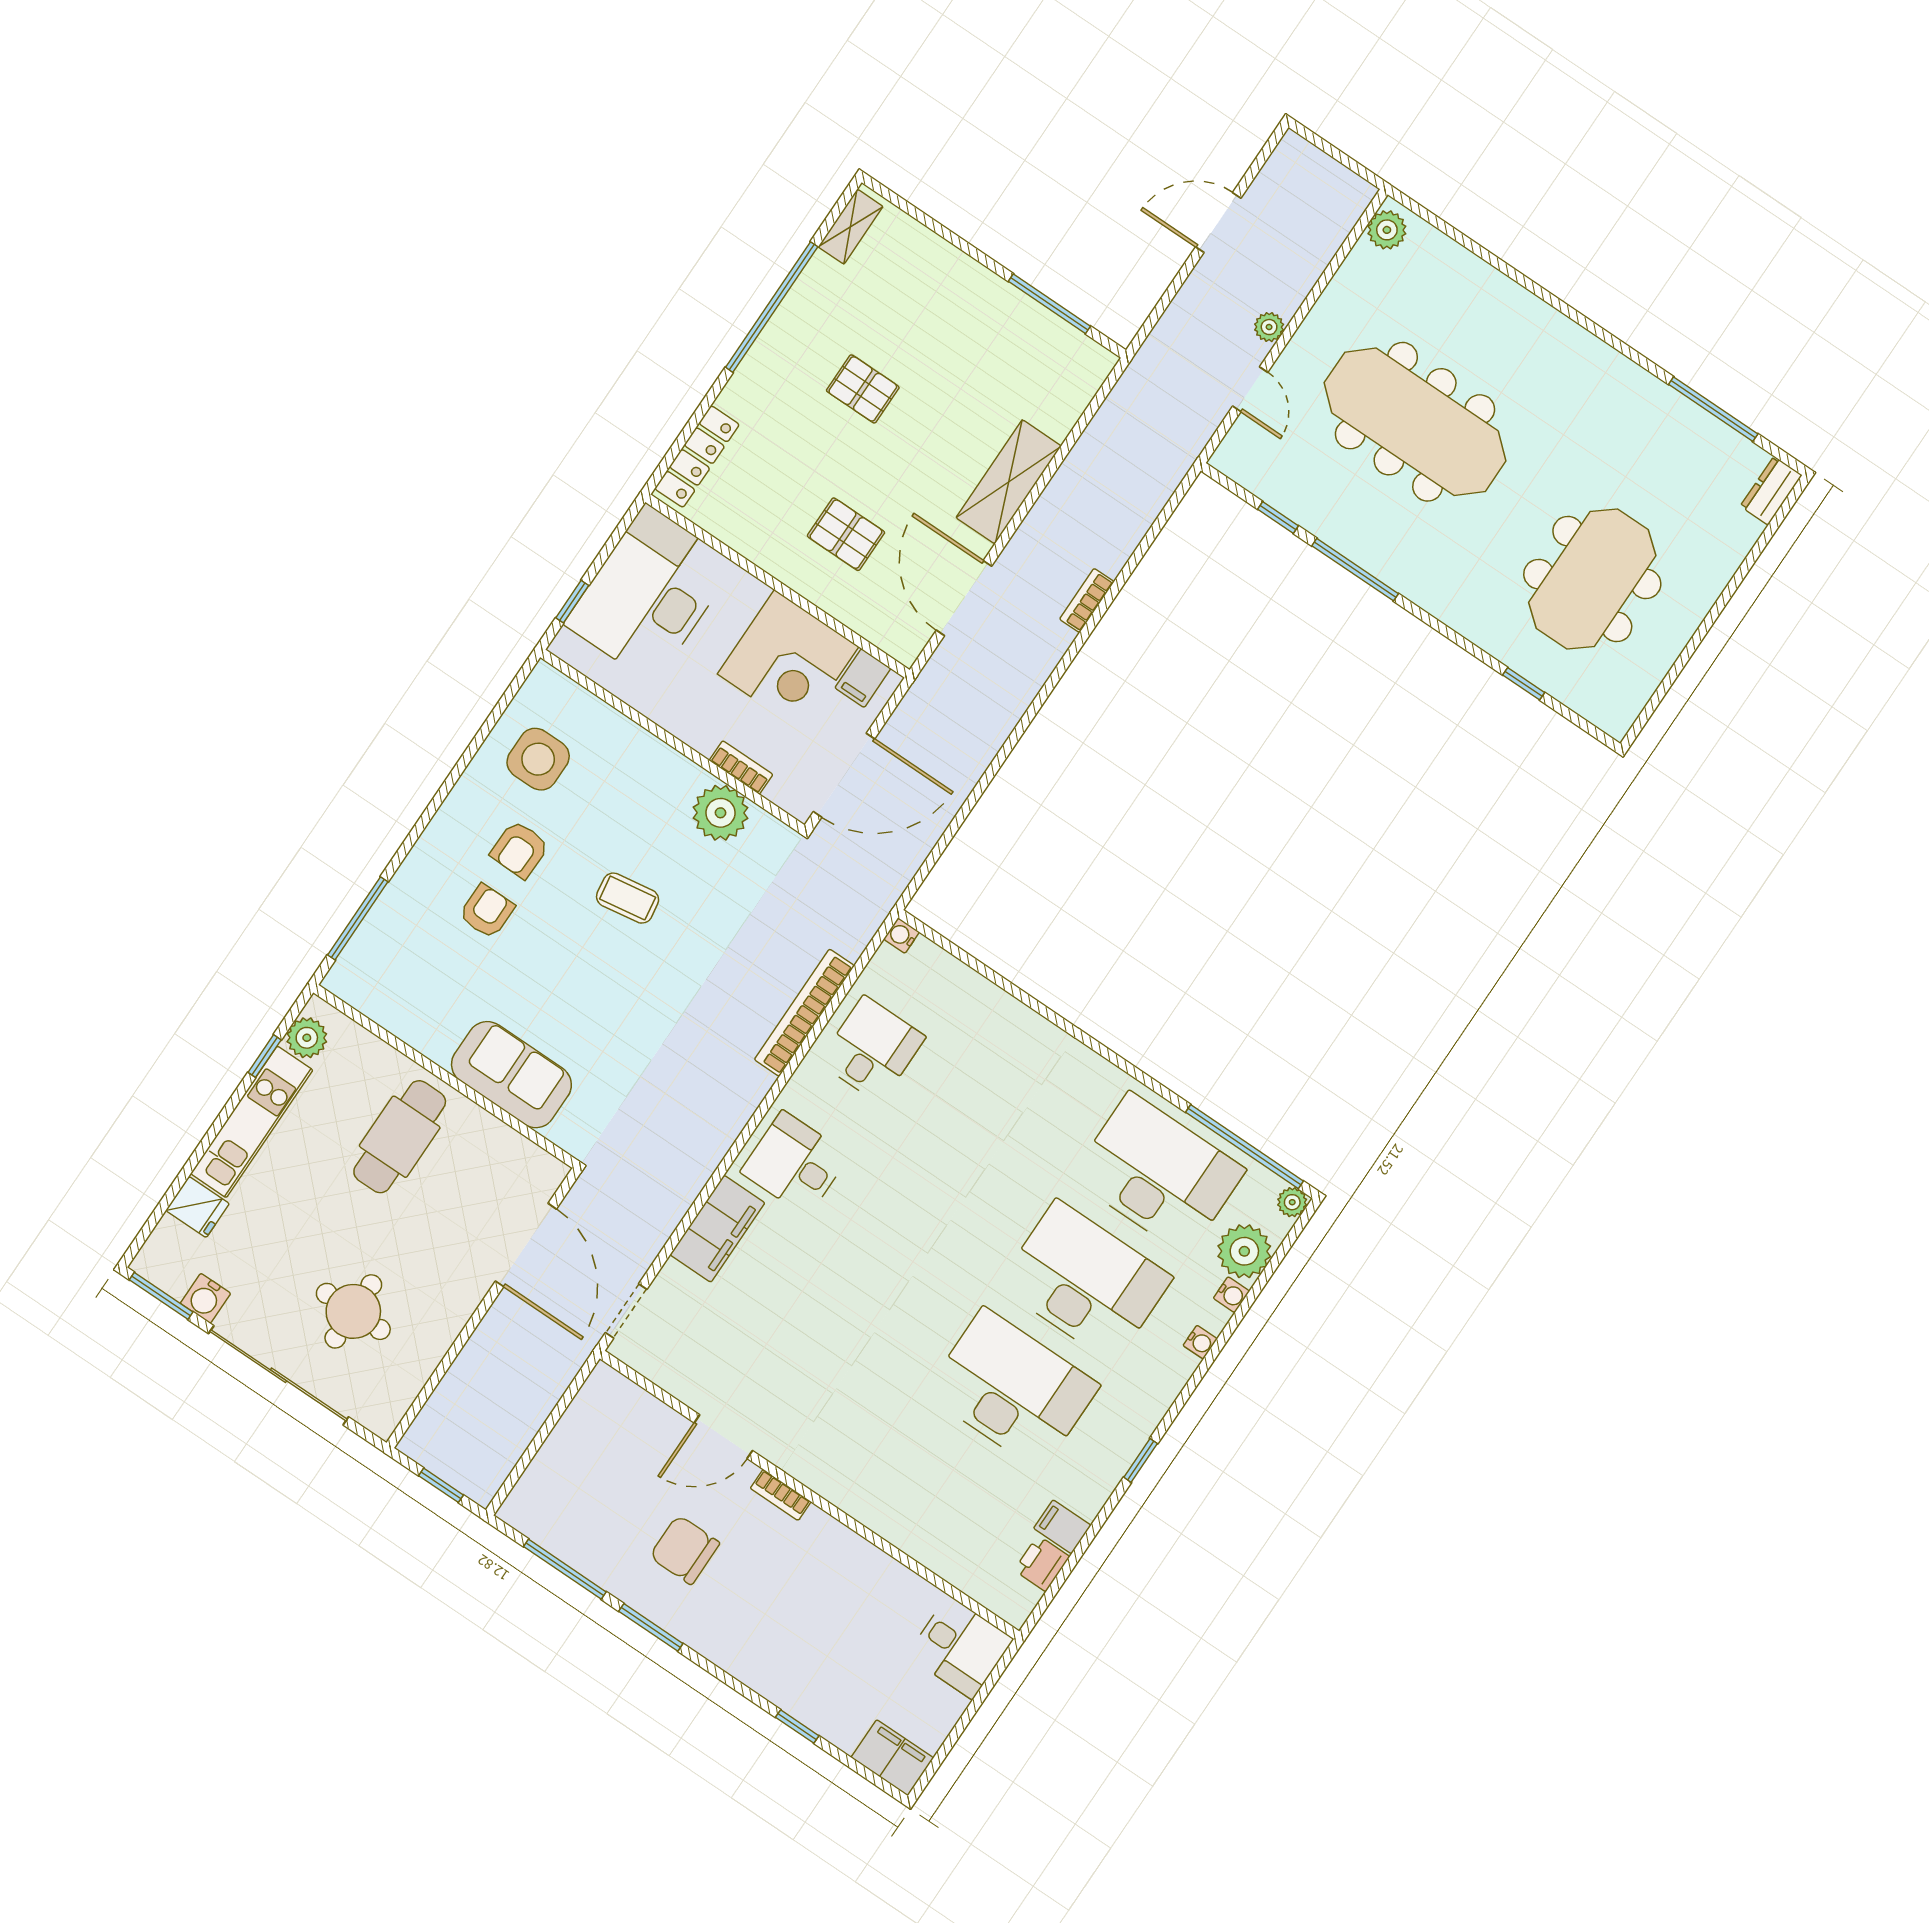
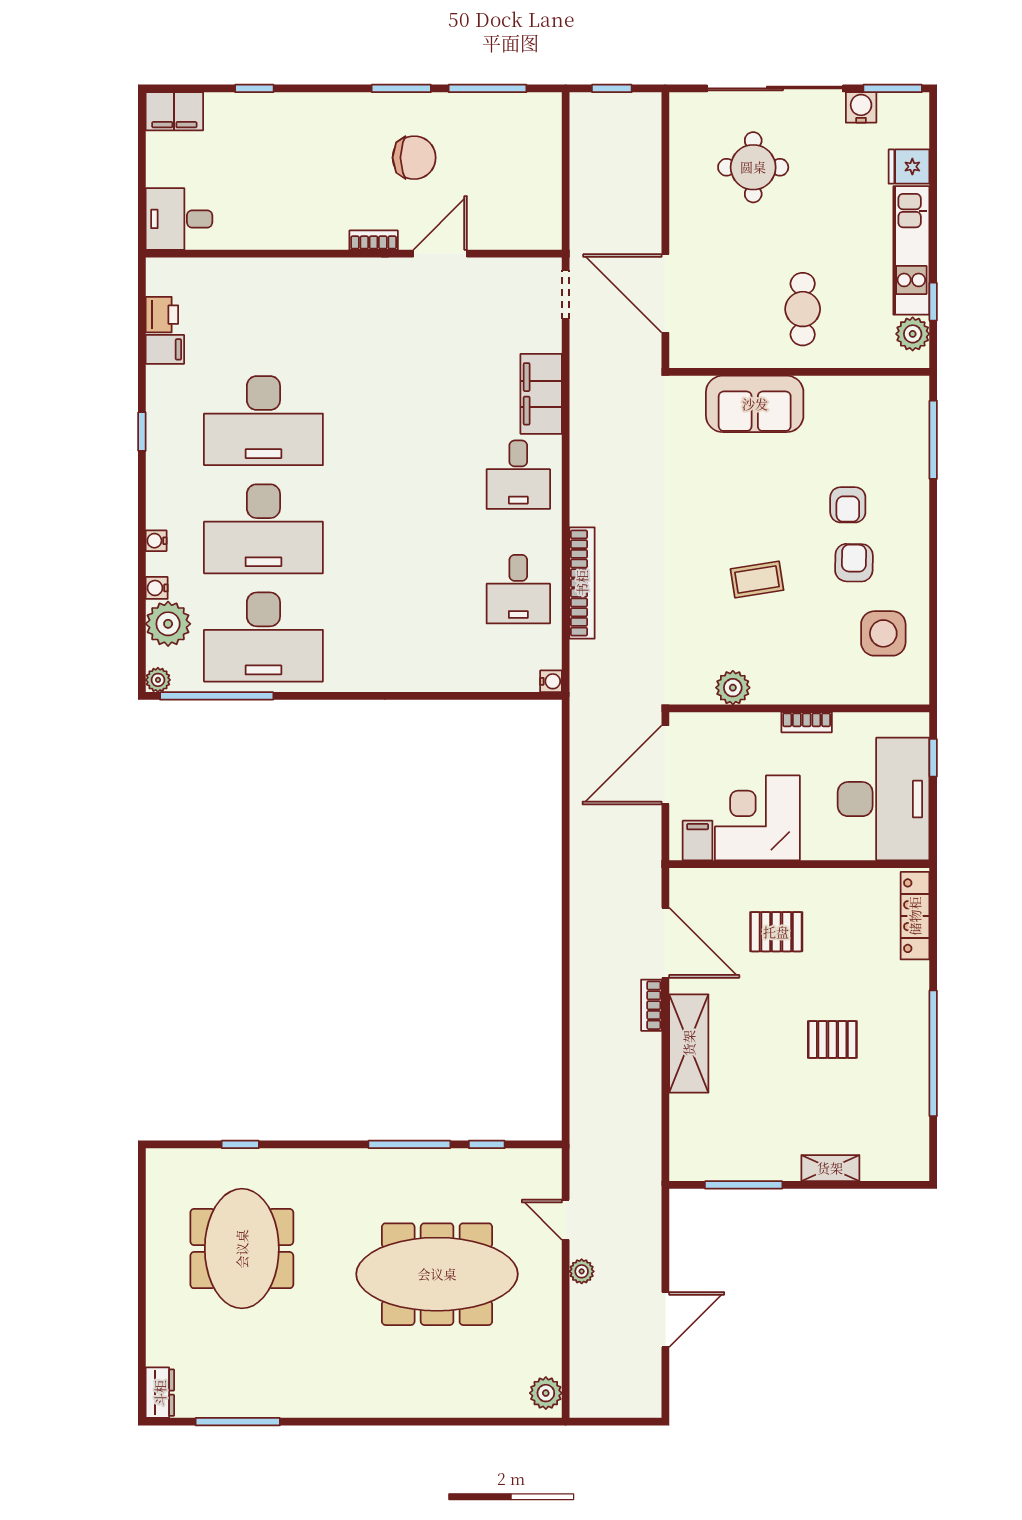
shelving: (851, 227) -> (830, 1168), moved, turned 90
bookcase: (1087, 600) -> (651, 1005), moved, turned 180
bookcase: (741, 767) -> (807, 722), moved
plant: (721, 813) -> (733, 688), width x0.73, depth x0.73
cafe table: (400, 1137) -> (803, 309), width x0.73, depth x0.74
desk: (795, 1164) -> (518, 475), turned 90

